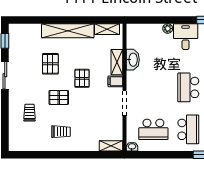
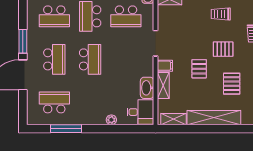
desk: (186, 37) -> (140, 112), moved, turned -90
school desk: (153, 129) -> (126, 16), turned 180

